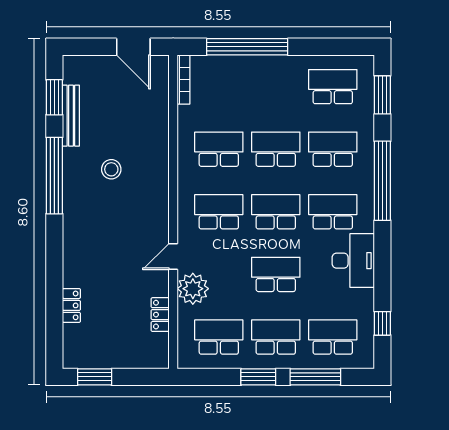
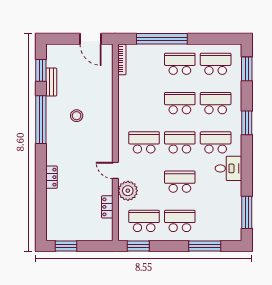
bench: (71, 116) -> (51, 82), width x0.73
school desk: (219, 149) -> (180, 64), moved
window: (382, 181) -> (247, 123), width x0.47
door: (173, 256) -> (115, 170), hinge flipped
desk: (353, 261) -> (228, 168), width x0.73
locker: (71, 305) -> (52, 177), moved
window: (382, 323) -> (247, 212), width x2.17
school desk: (333, 337) -> (216, 221), removed
window: (258, 377) -> (138, 246), moved

